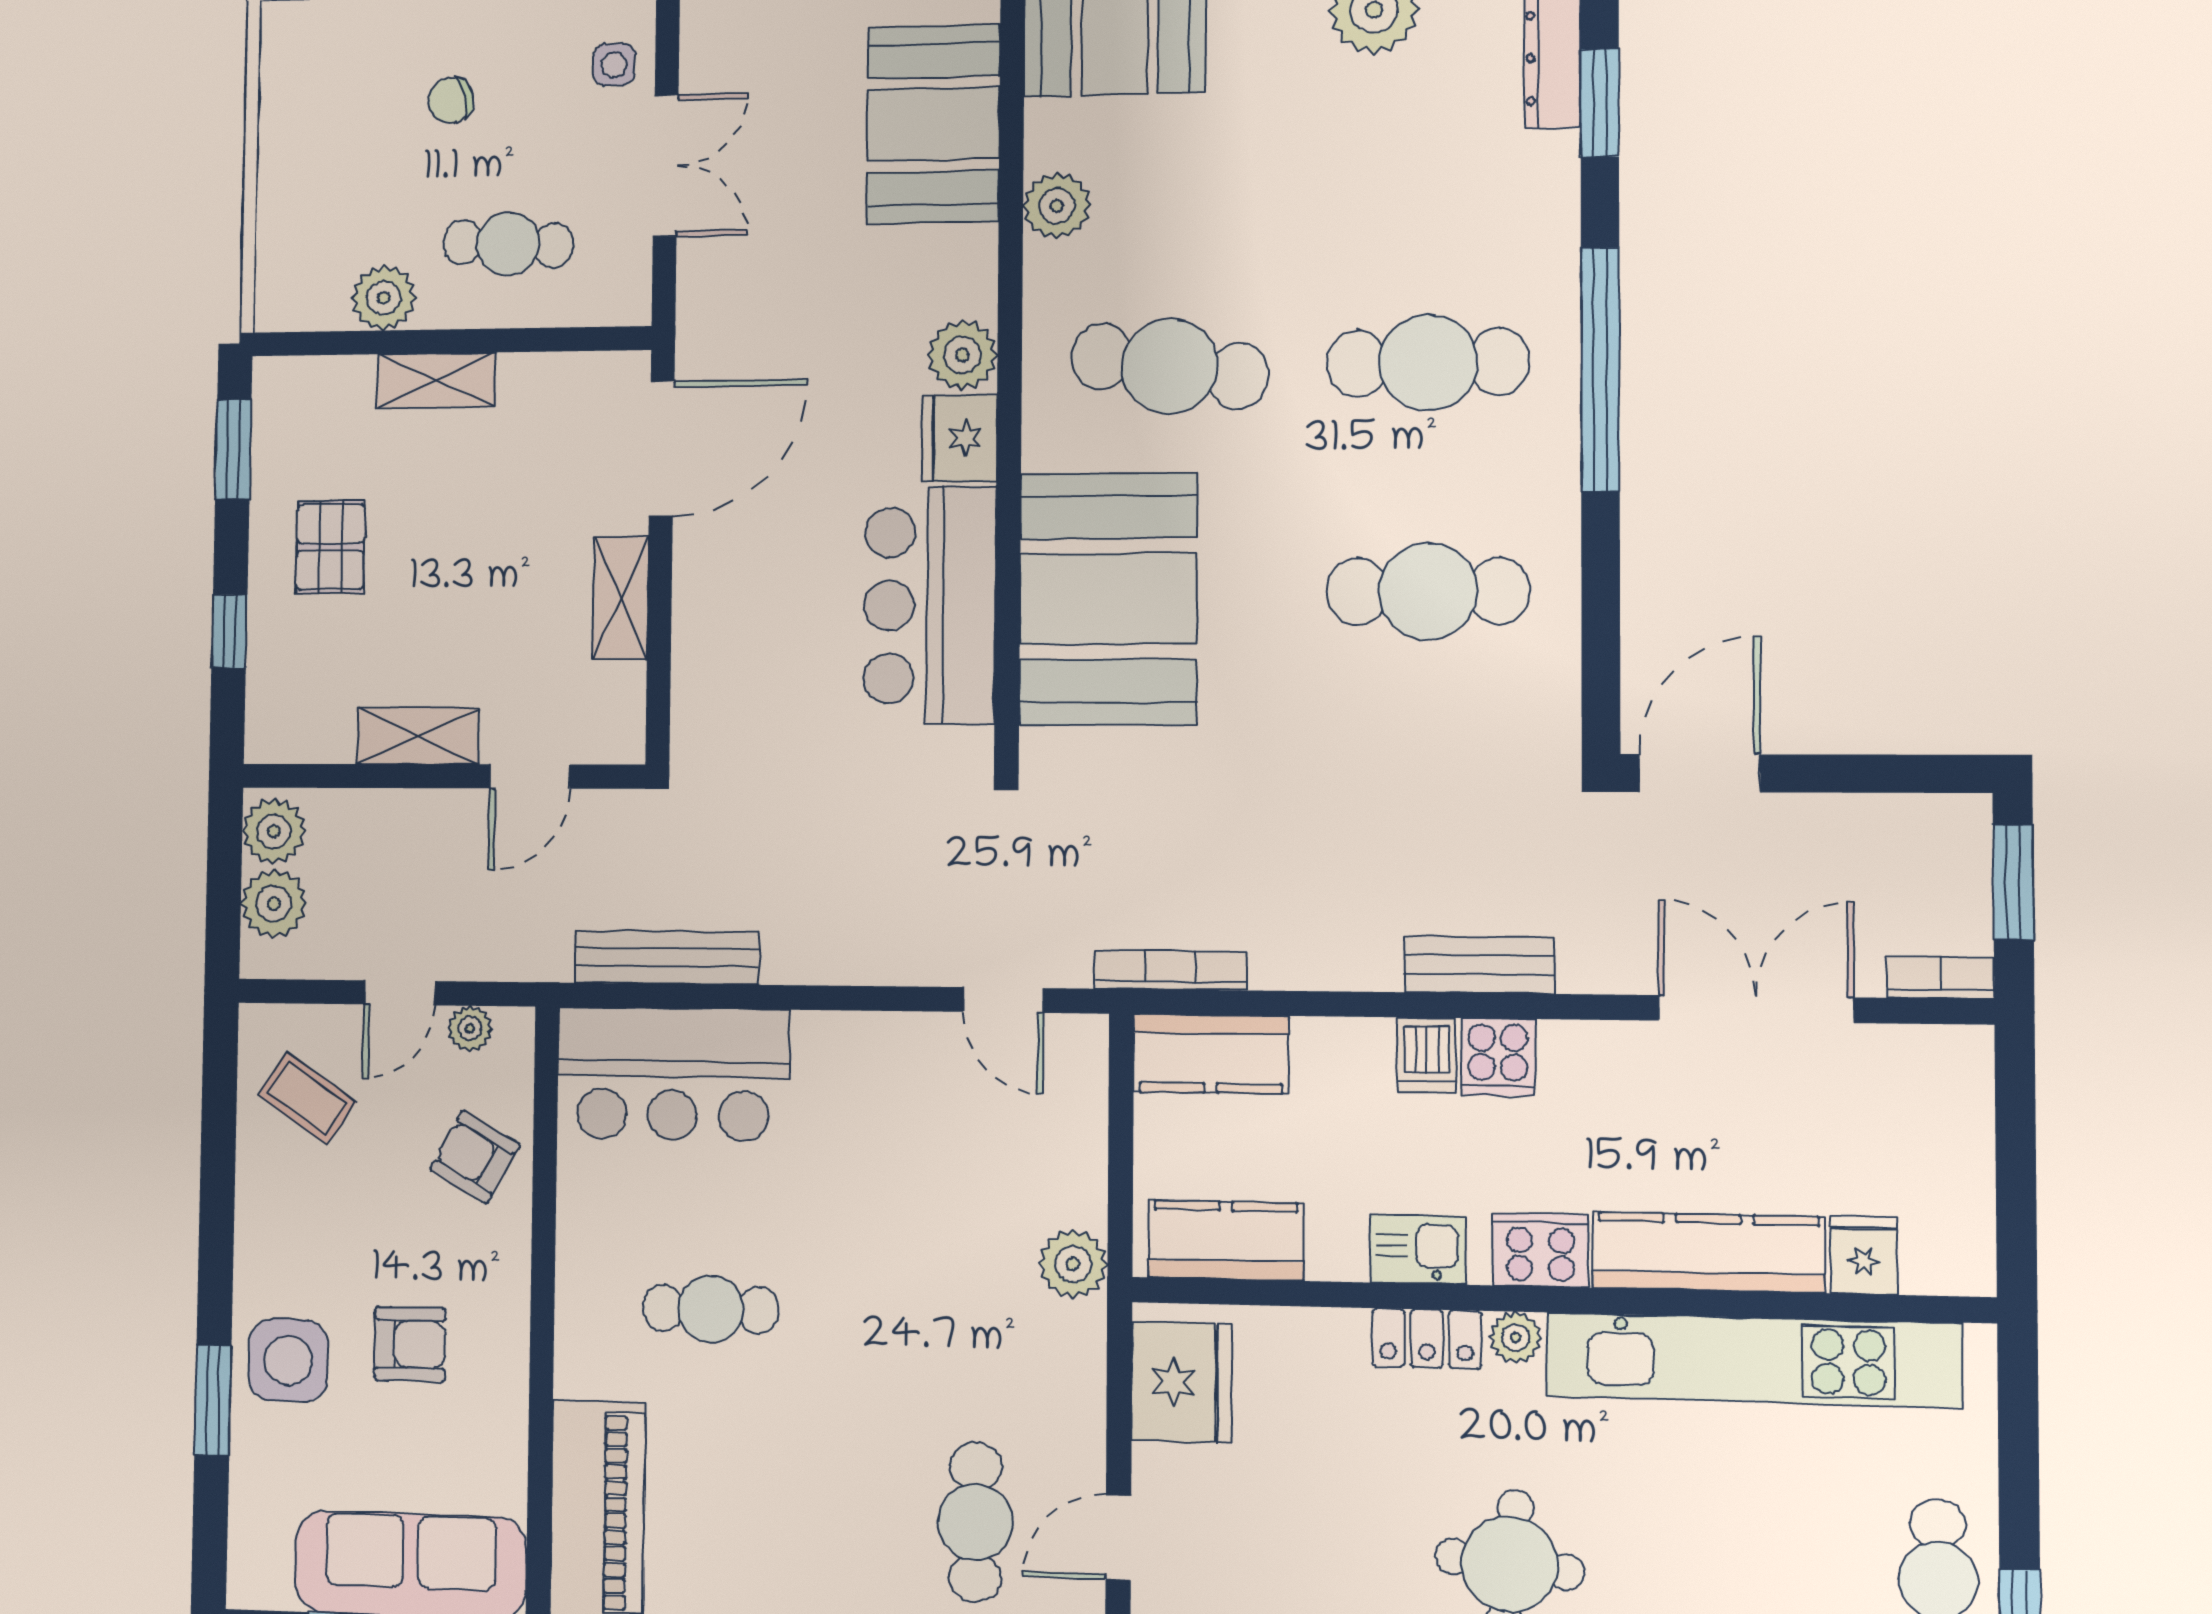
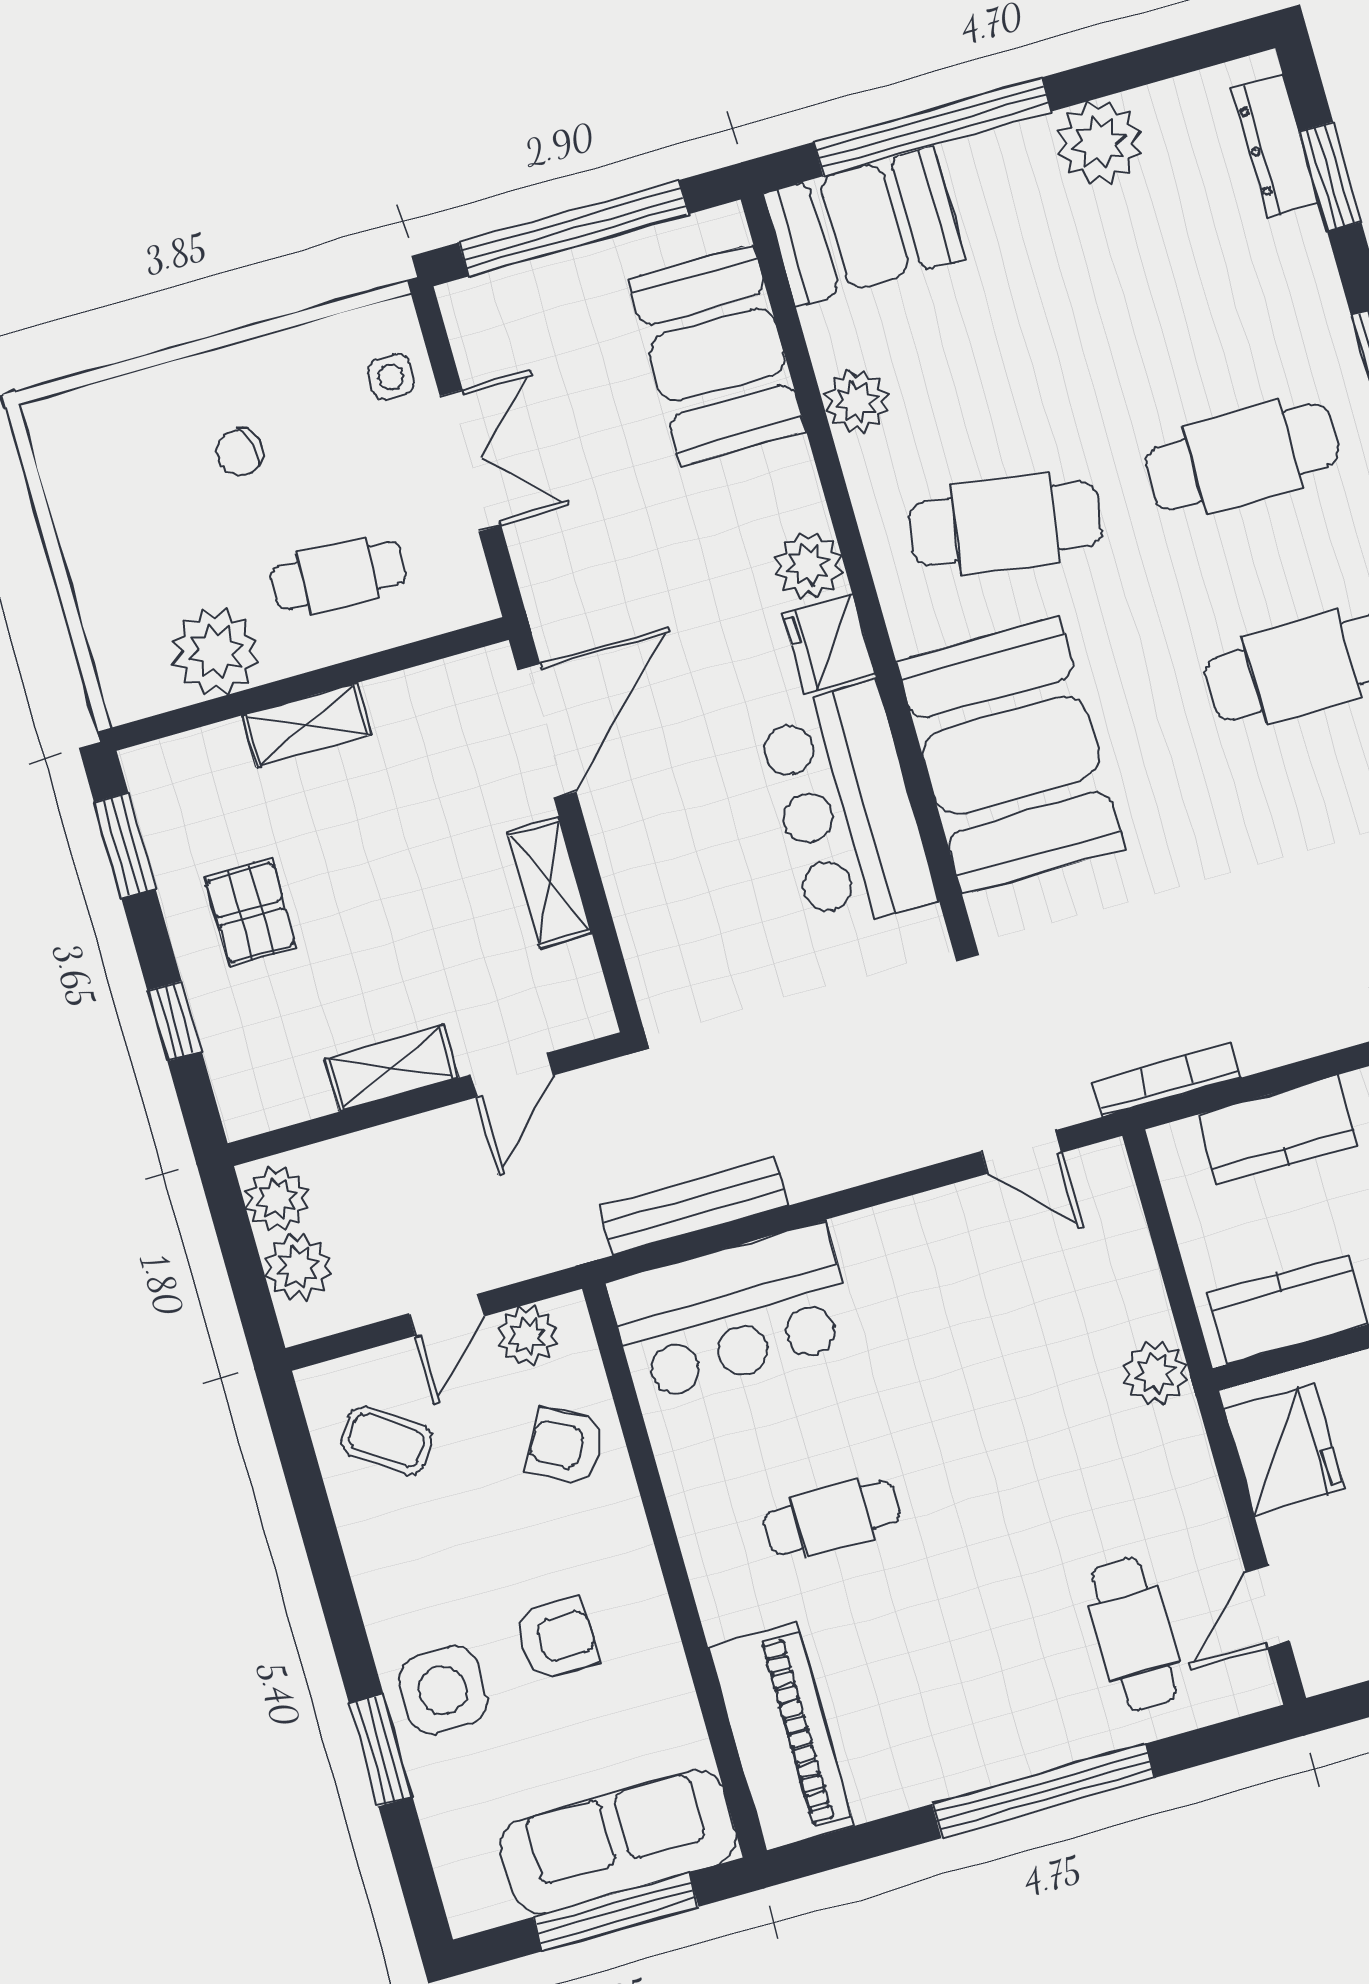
plant: (384, 298) -> (216, 652), width x1.36, depth x1.36
plant: (470, 1028) -> (527, 1336), width x1.38, depth x1.38
kitchen counter: (1211, 1054) -> (1278, 1130), moved

